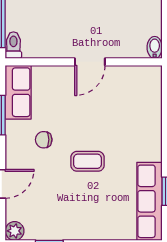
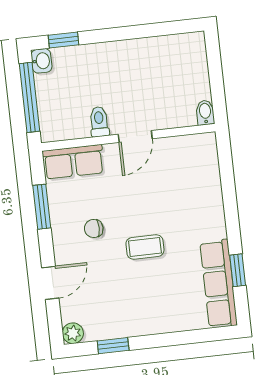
toilet: (13, 45) -> (99, 122), moved
row of seats: (18, 92) -> (73, 162), moved, turned 90

